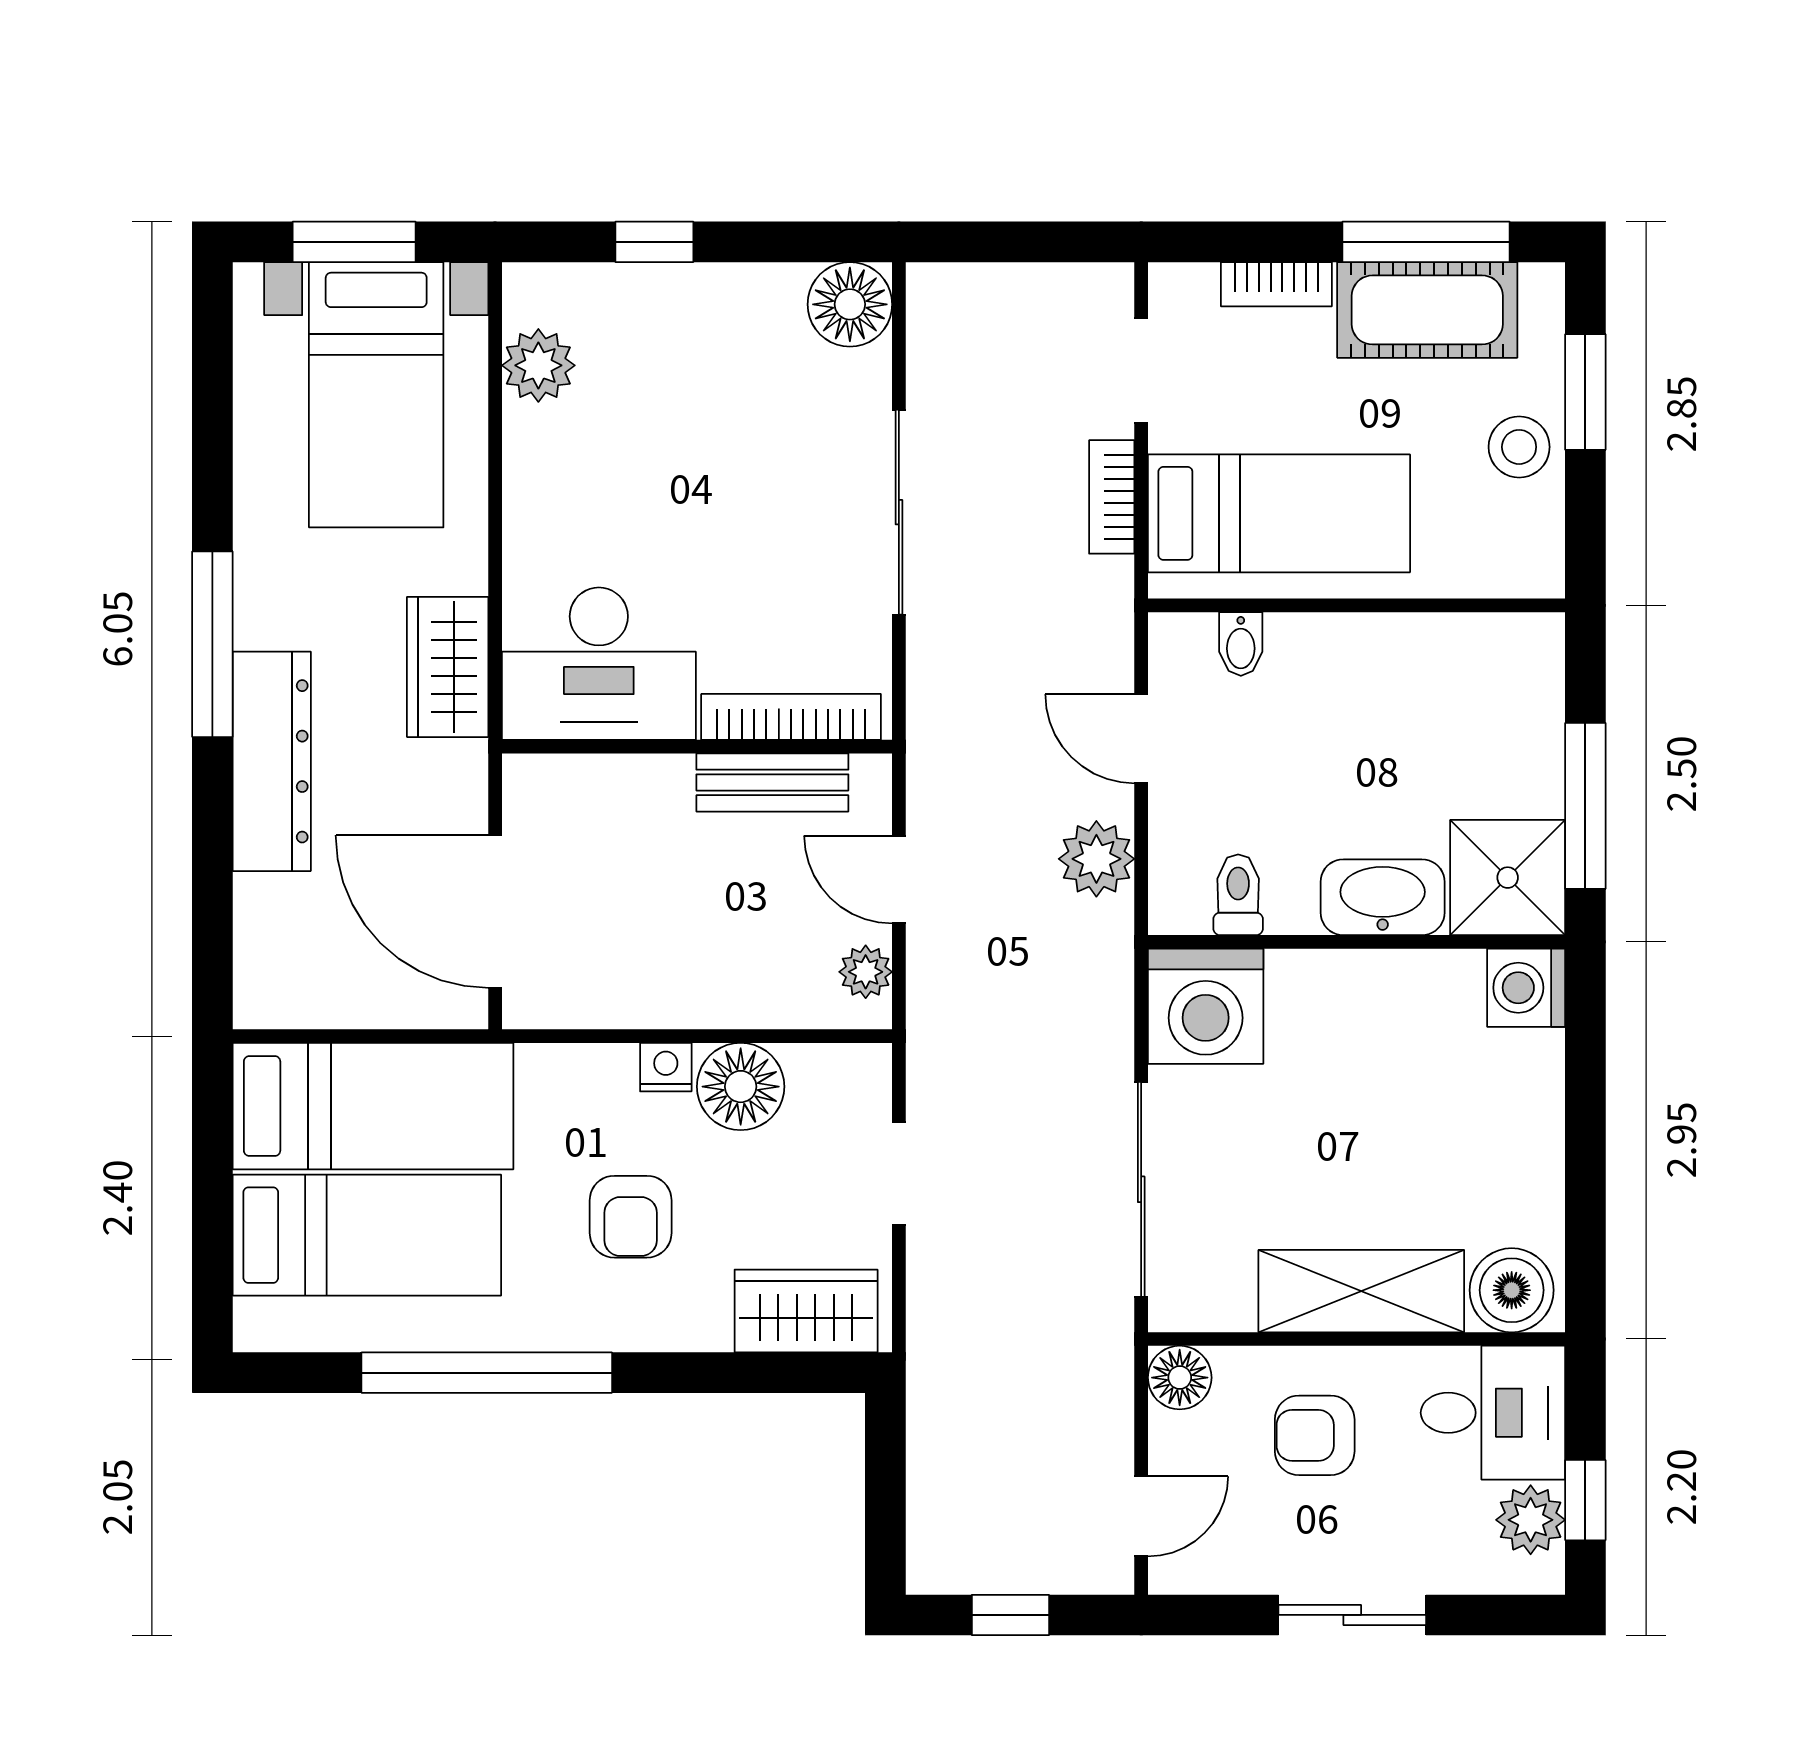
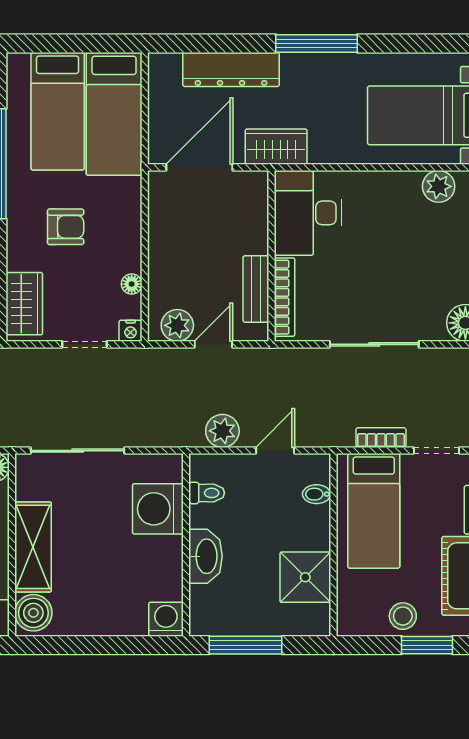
wardrobe: (448, 667) -> (276, 147), moved
dresser: (272, 761) -> (231, 70), moved
shower: (1508, 878) -> (305, 577), moved
plant: (866, 972) -> (177, 325), width x1.38, depth x1.38
washing machine: (1206, 1006) -> (158, 509), moved
nightstand: (666, 1067) -> (131, 331), moved, turned 90
floor lamp: (741, 1087) -> (132, 284), width x0.53, depth x0.53
armchair: (631, 1217) -> (66, 227), turned 180

